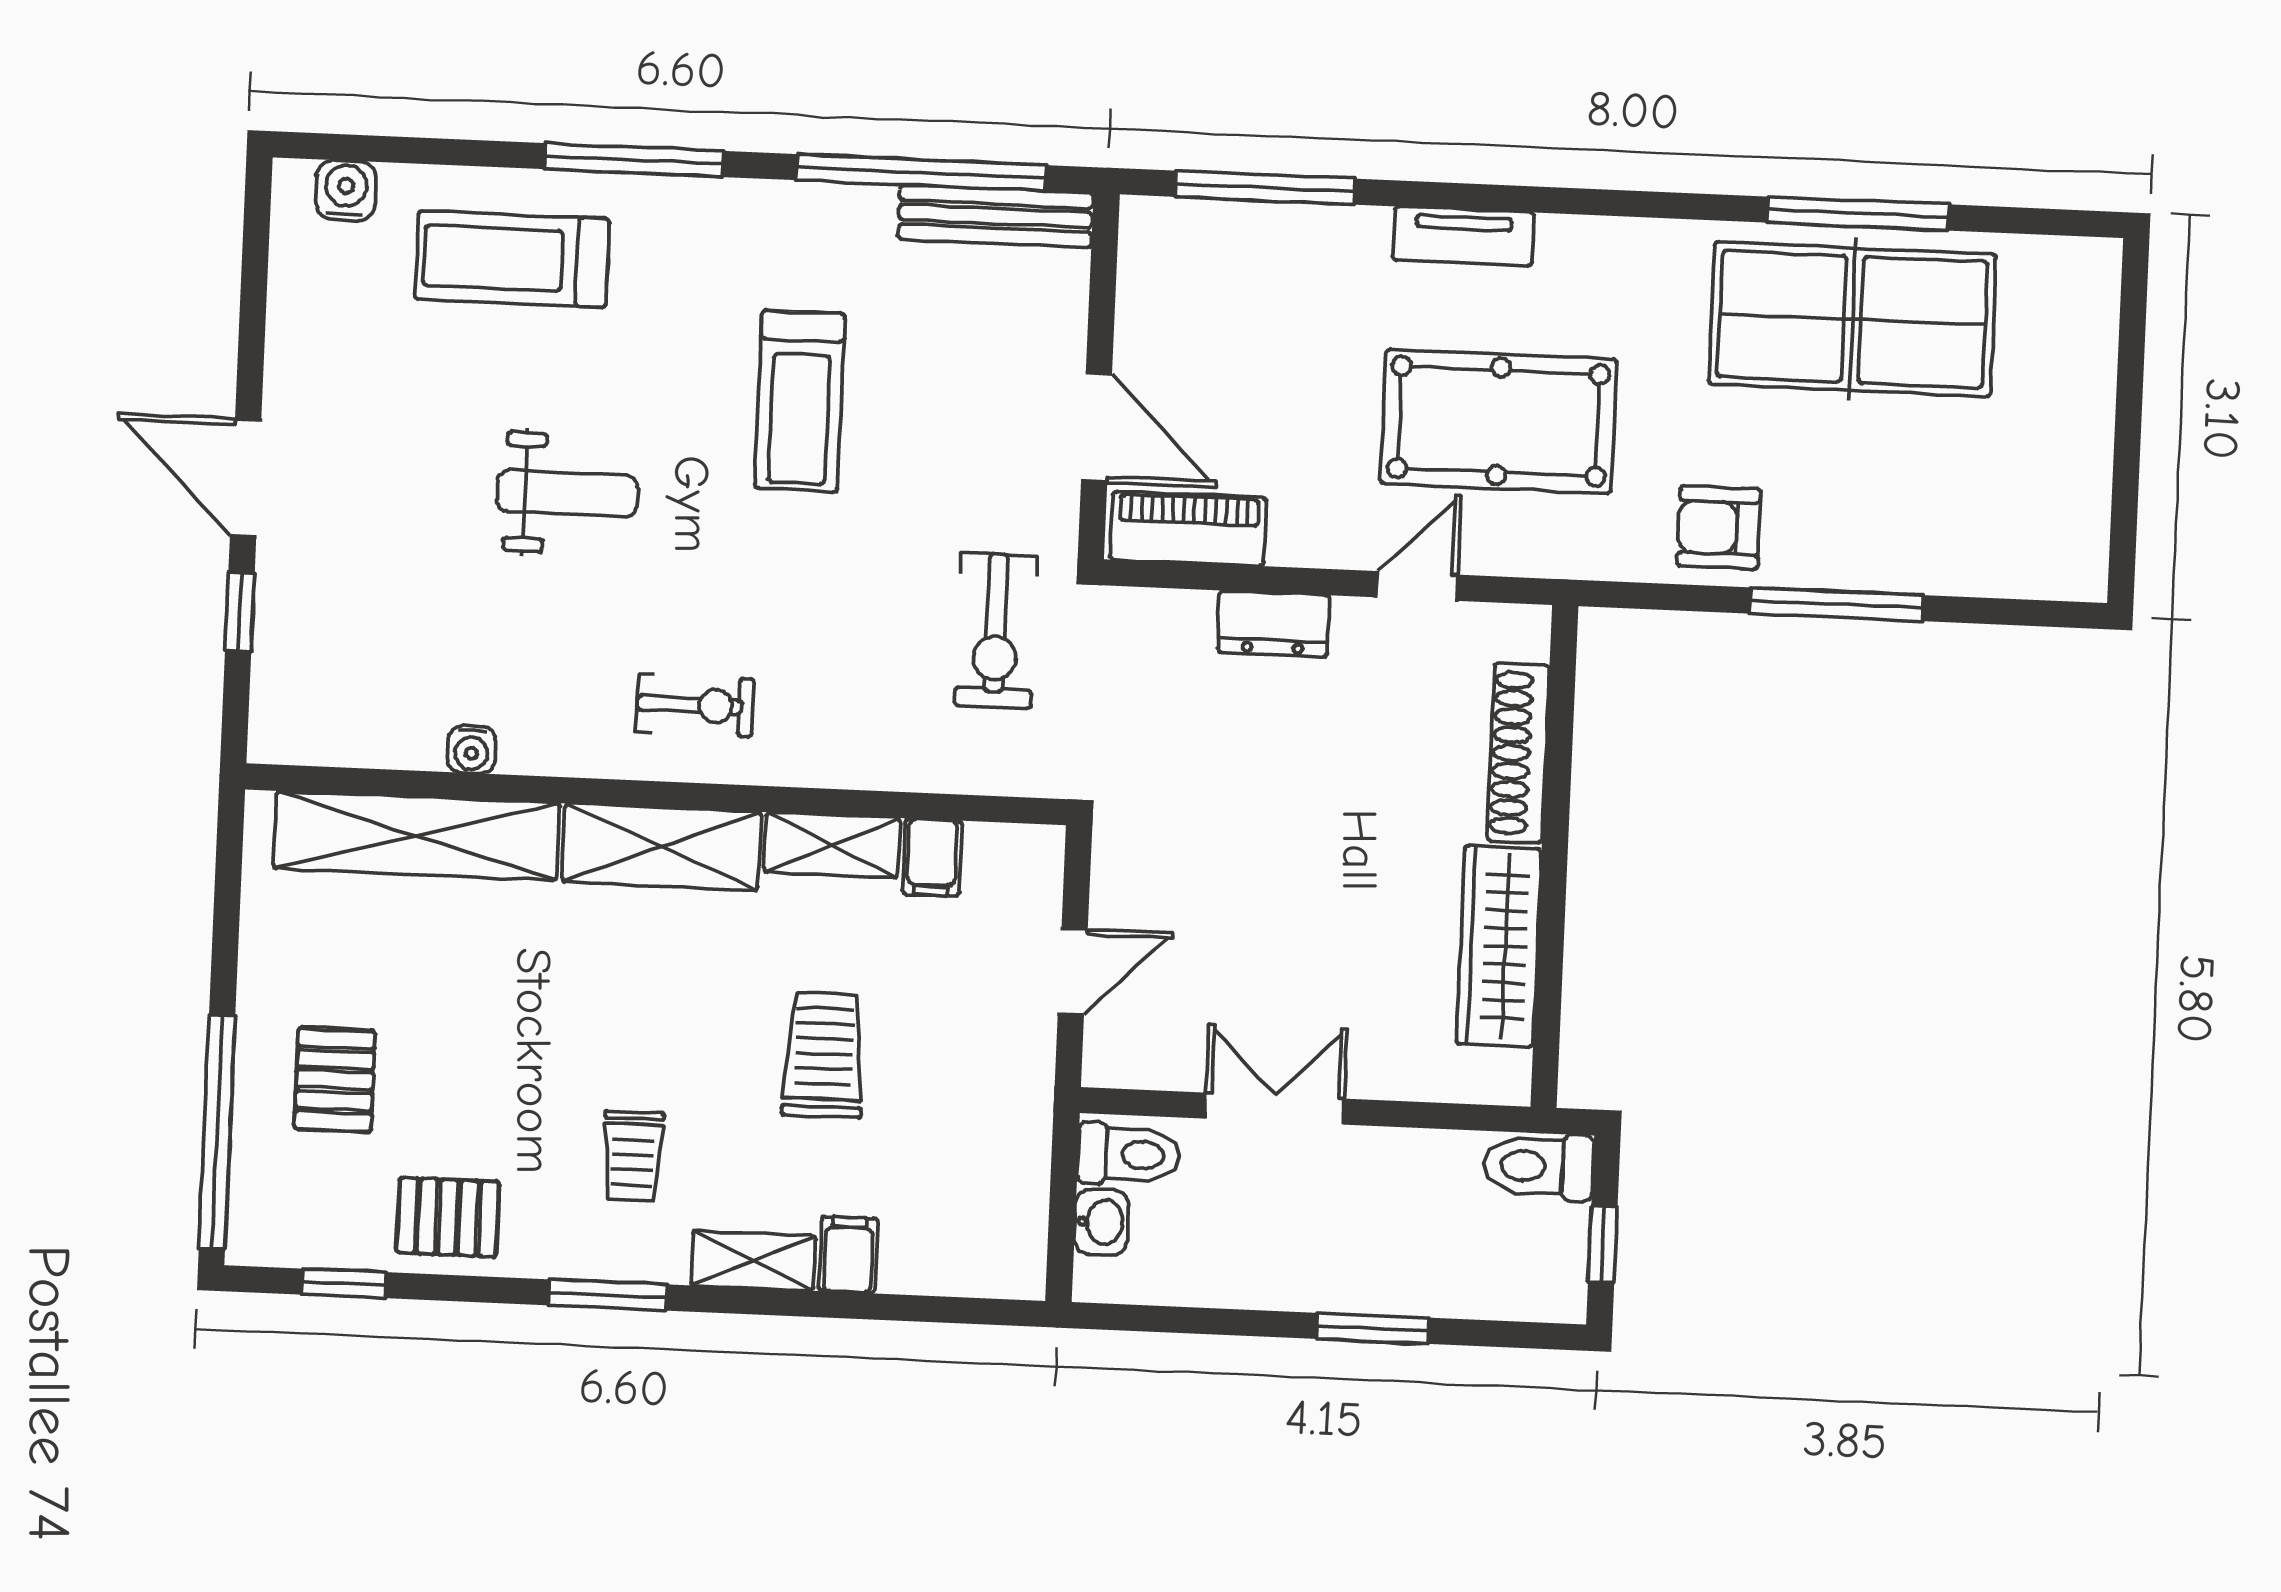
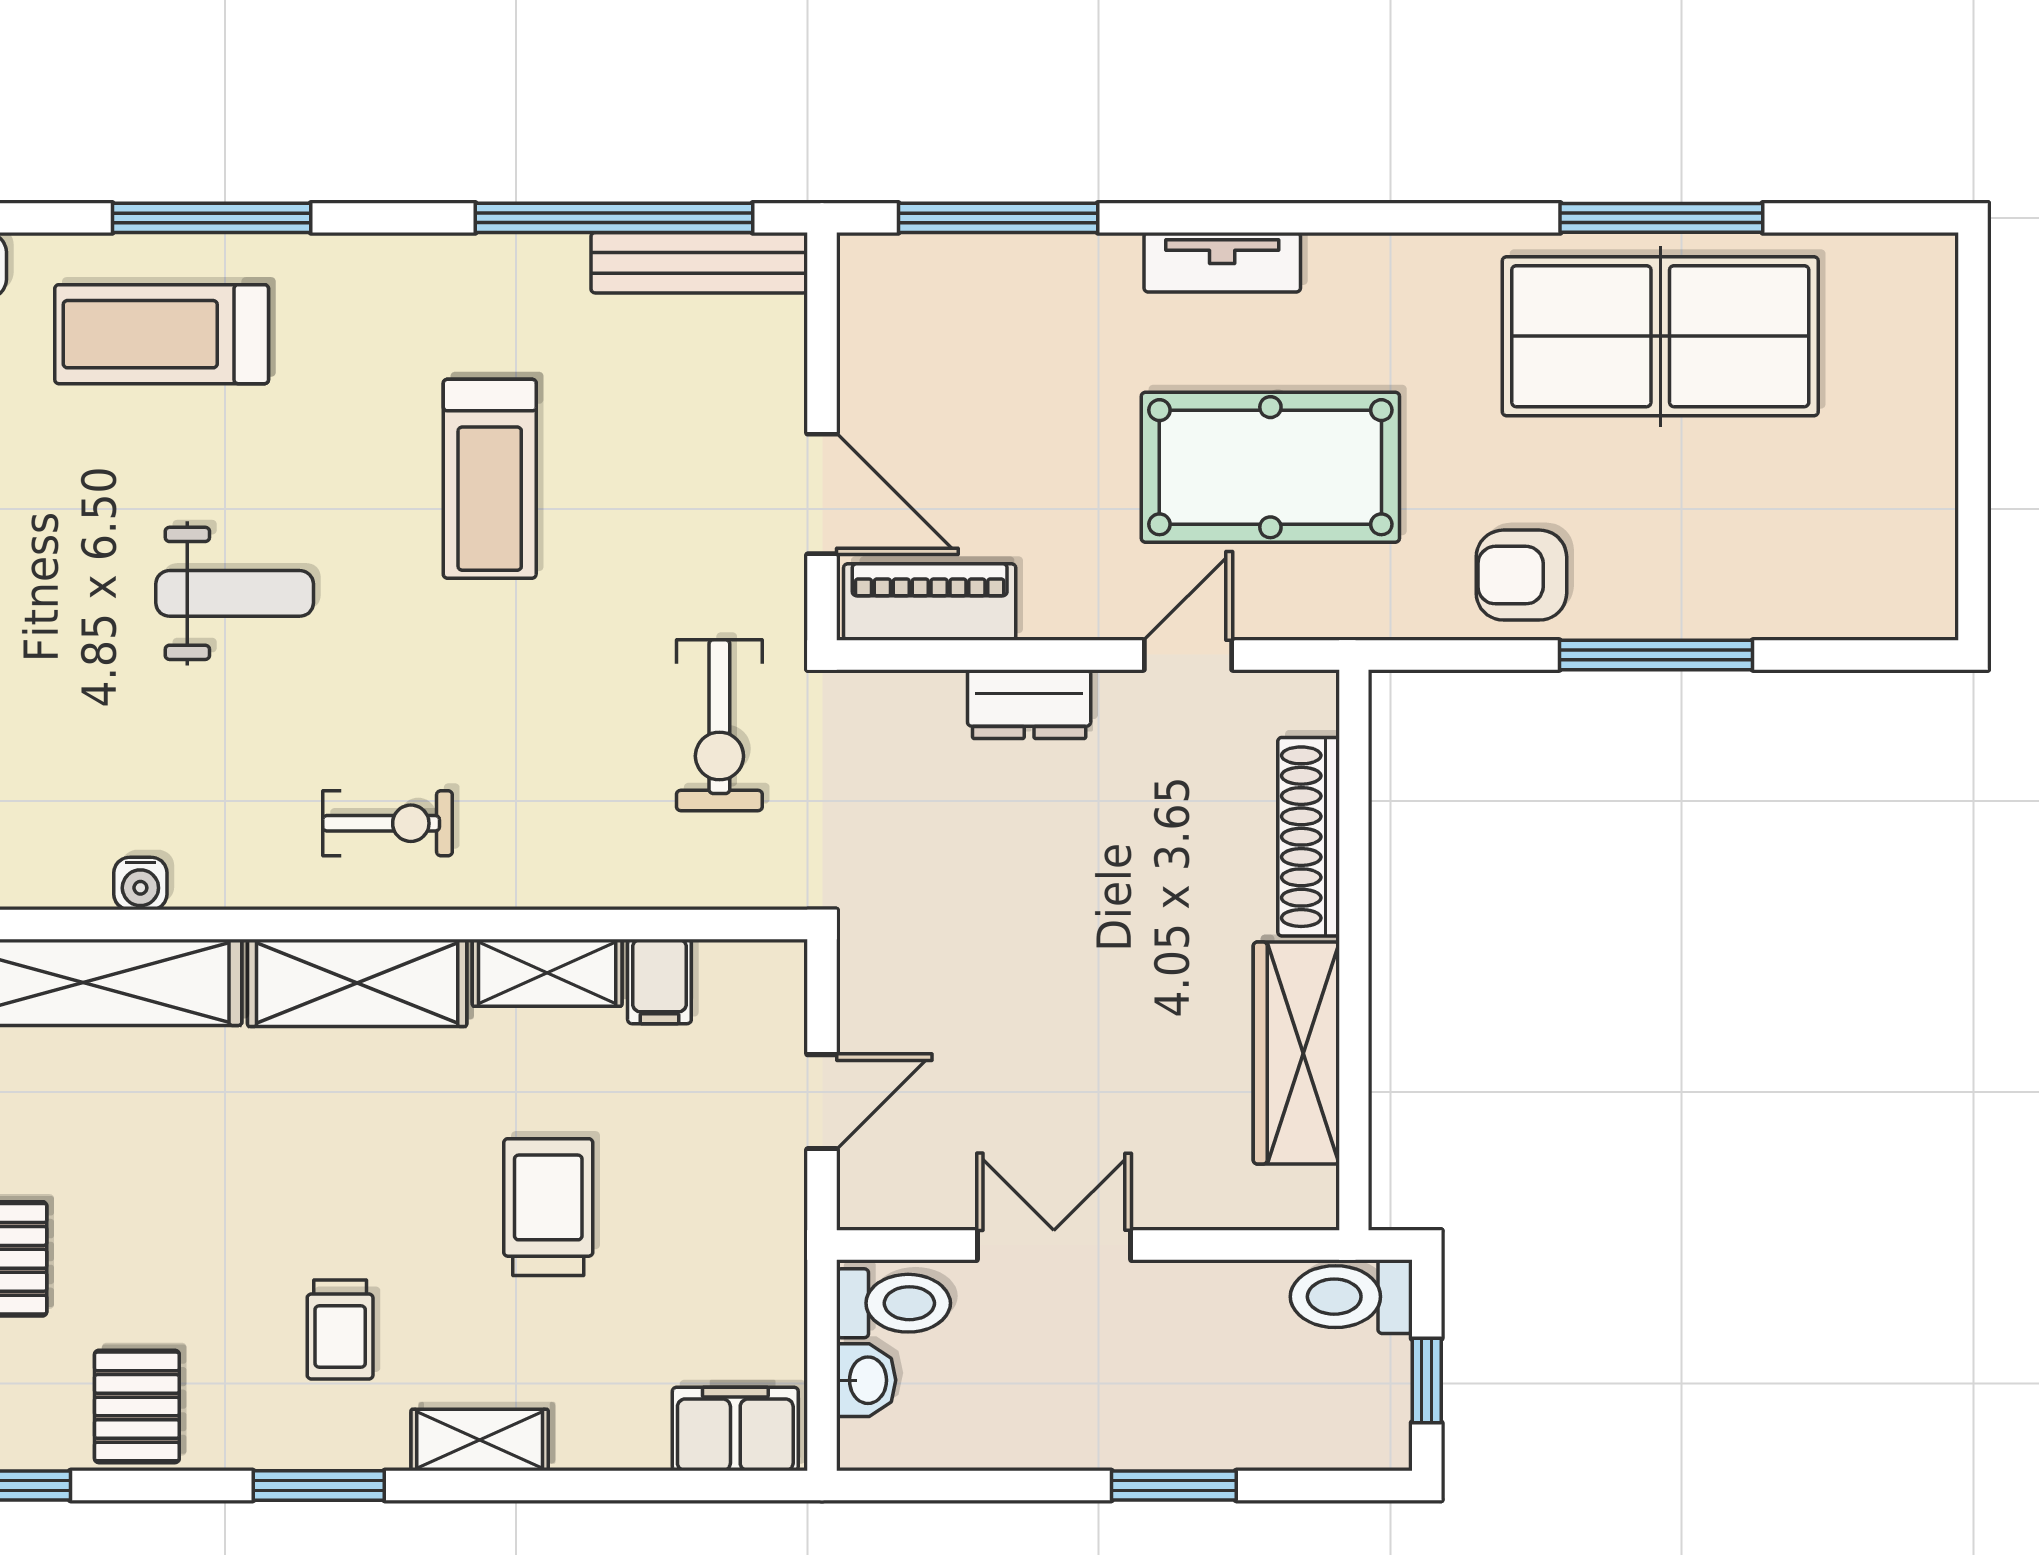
window: (634, 160) -> (212, 218), moved
pallet: (448, 1217) -> (137, 1406), turned 90
filing cabinet: (848, 1255) -> (735, 1429), moved, width x2.00

